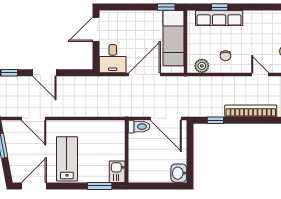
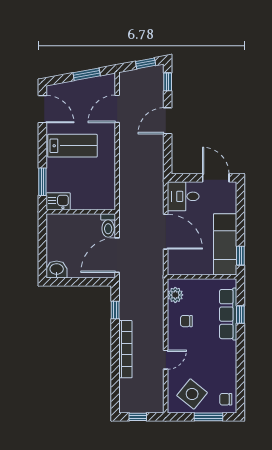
exam couch: (173, 38) -> (225, 244), moved, turned -90

